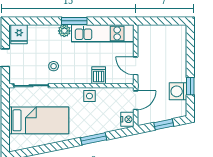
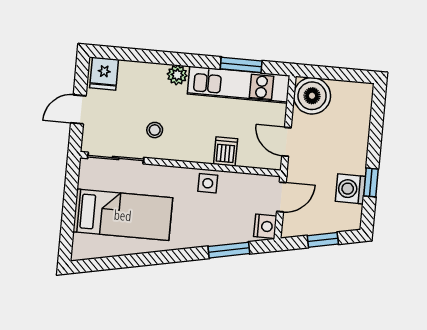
window: (74, 21) -> (241, 65), moved
boiler: (149, 36) -> (312, 96), added
window: (94, 139) -> (229, 250), moved

